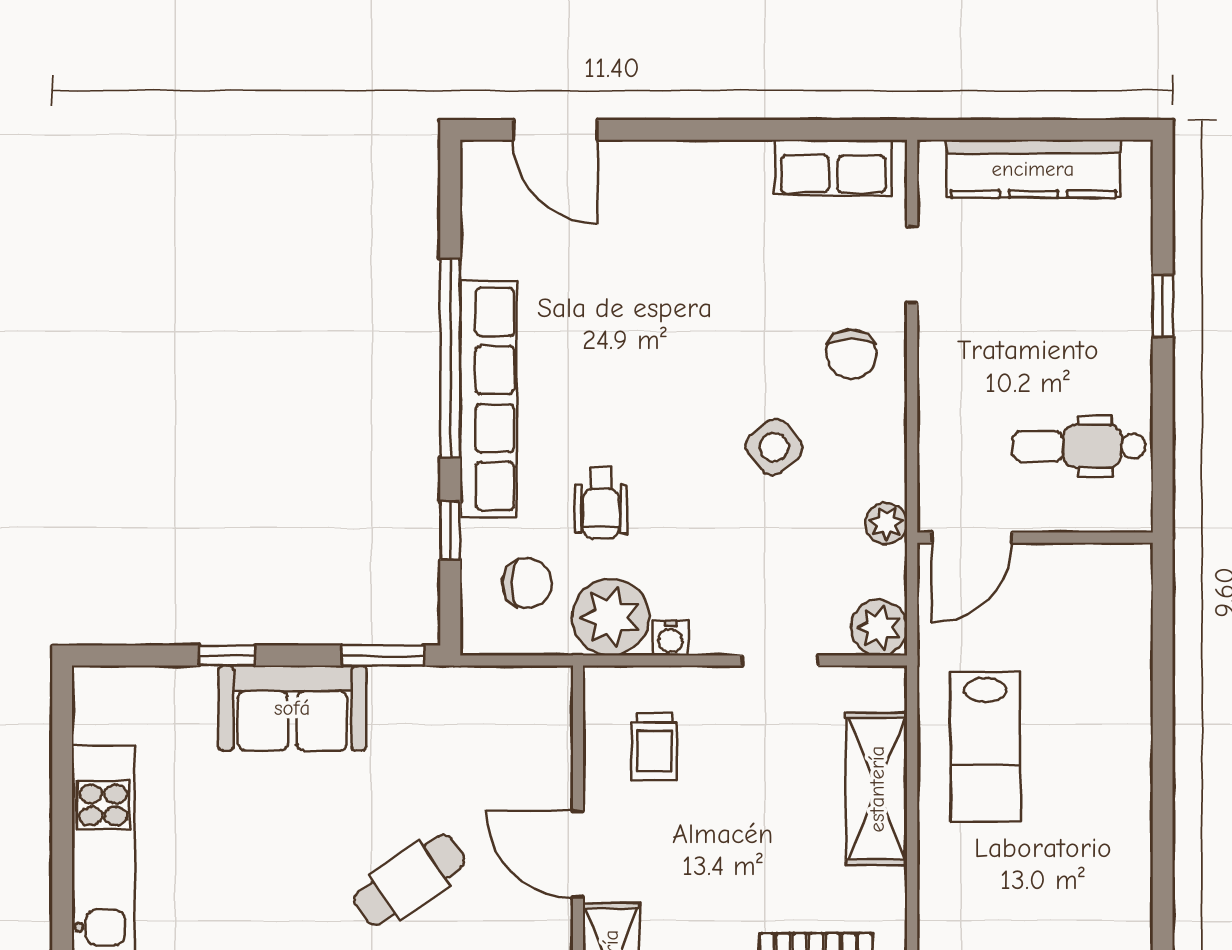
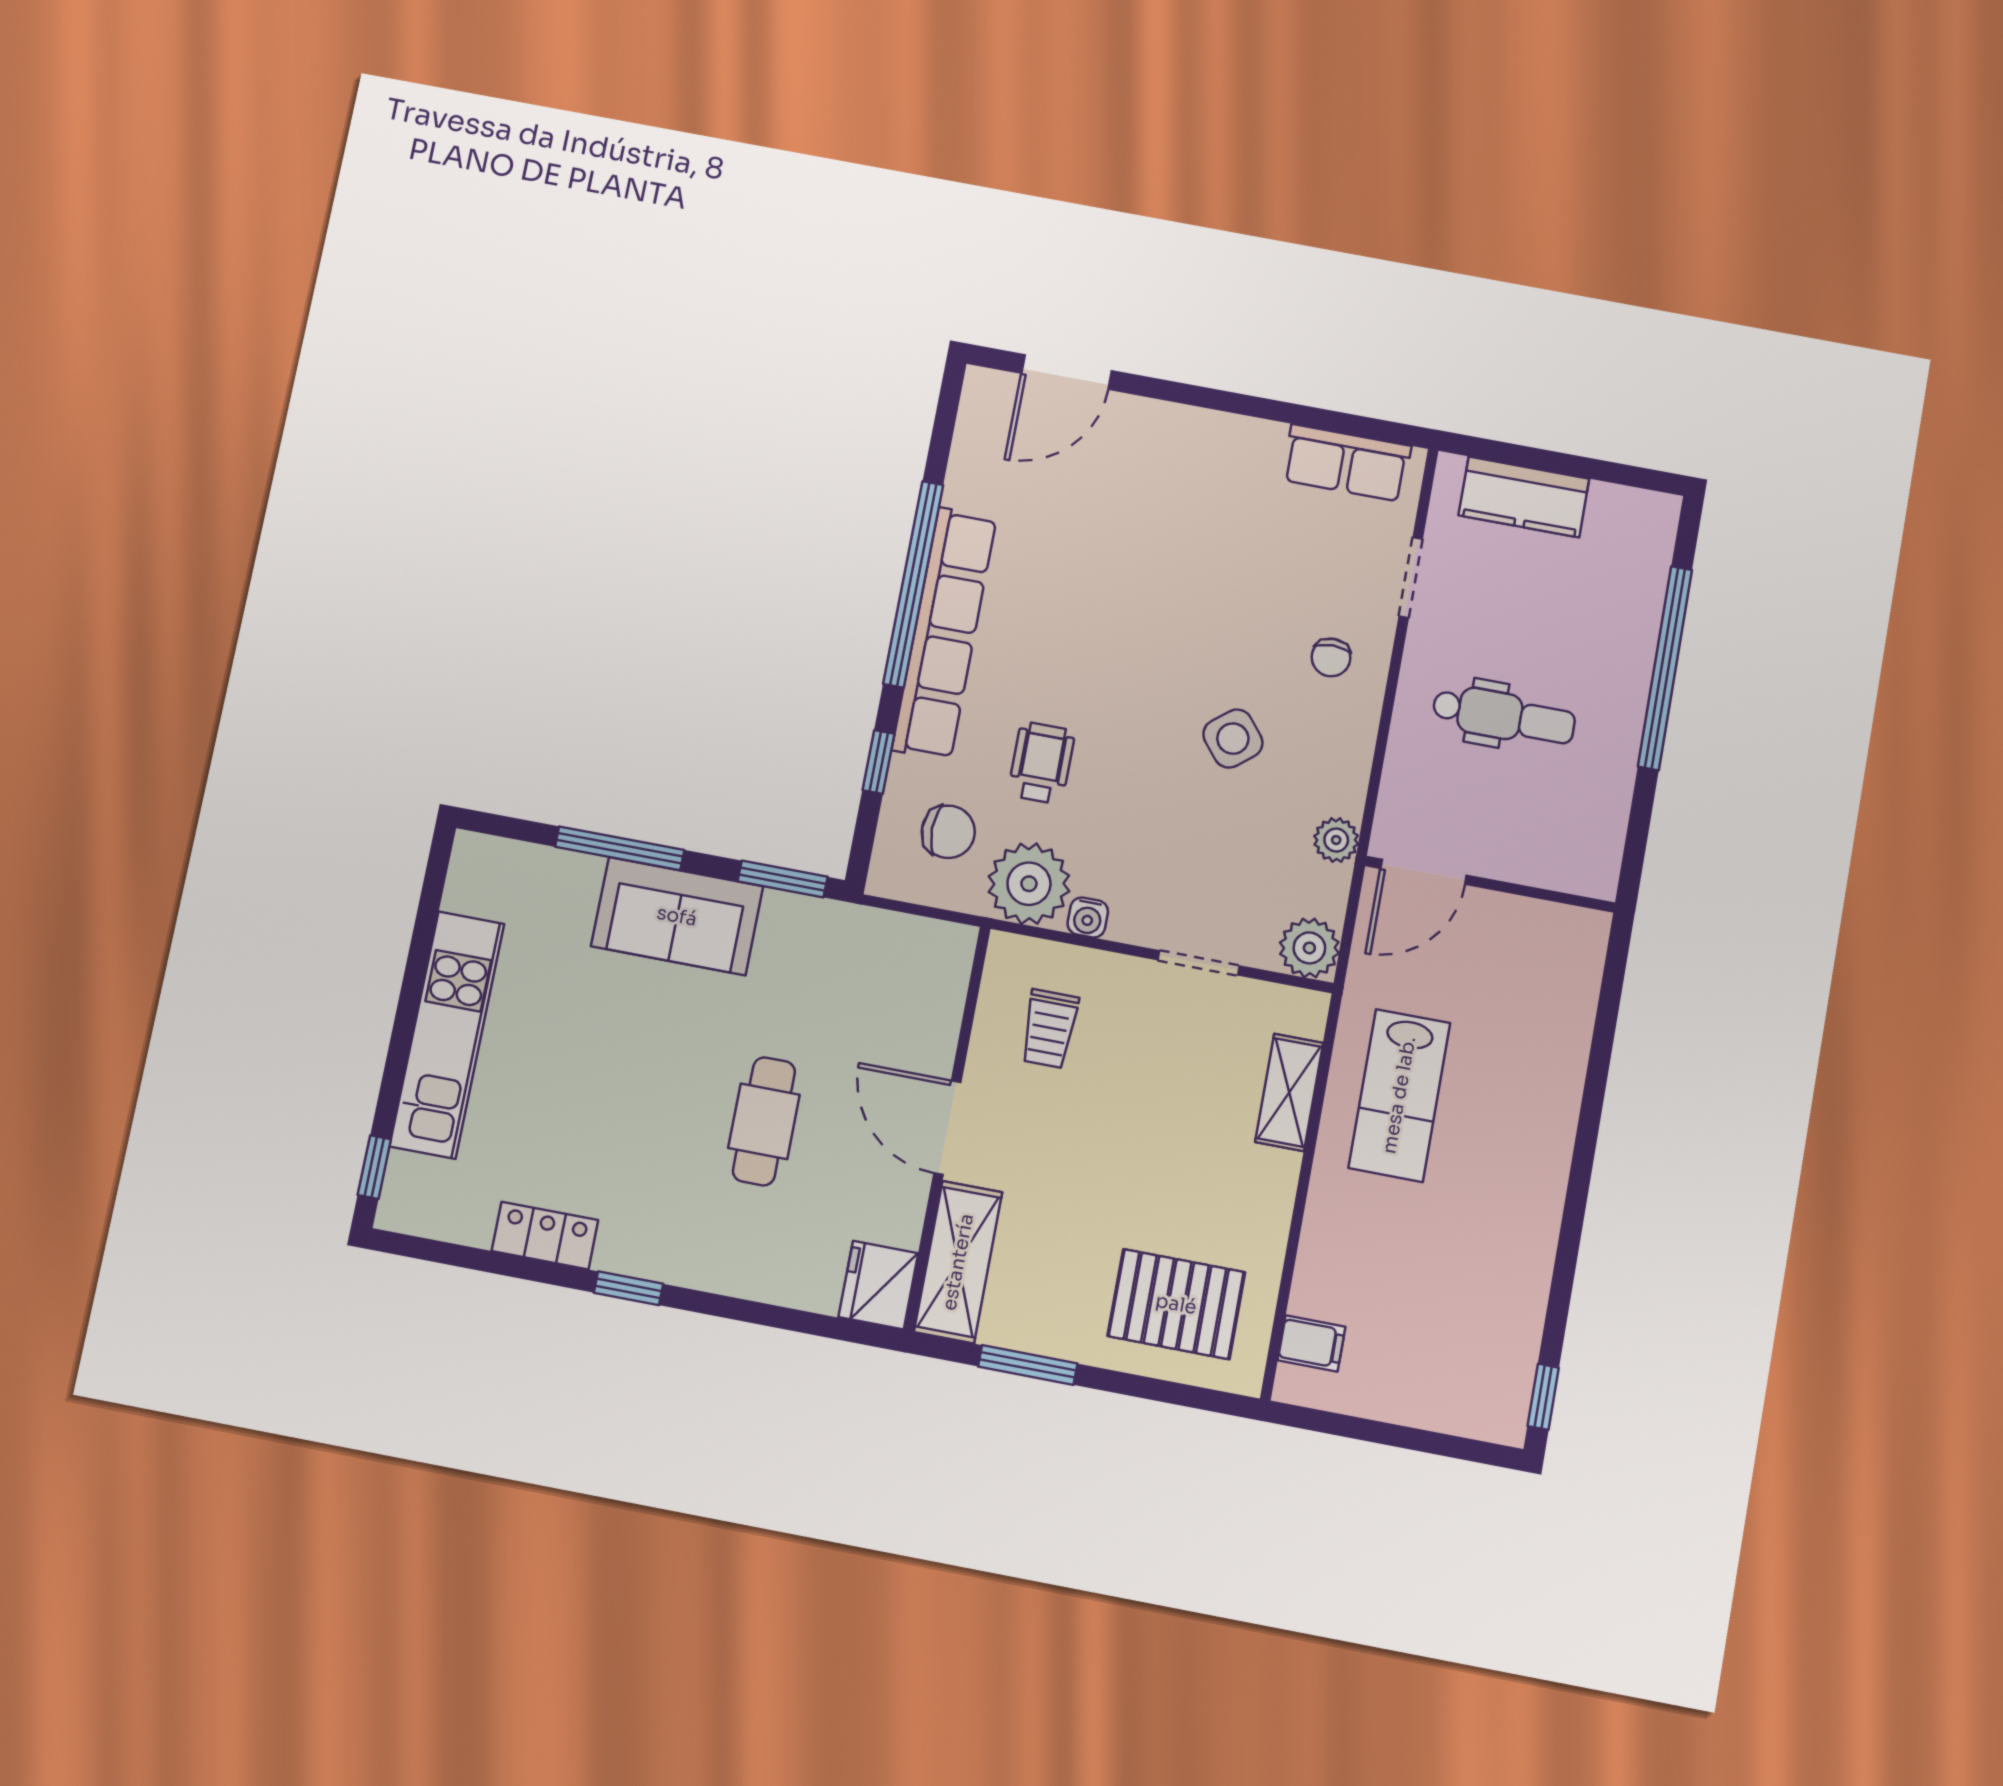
door: (555, 130) -> (1066, 372), hinge flipped
kitchen counter: (1033, 169) -> (1524, 497), width x0.67
window: (1163, 306) -> (1665, 668), width x3.17
chair: (851, 354) -> (1331, 657), width x0.73, depth x0.73
dental chair: (1079, 446) -> (1504, 716), moved, turned 180
wheelchair: (601, 503) -> (1041, 763), turned 180
window: (227, 656) -> (620, 848), width x2.17
shelving: (877, 789) -> (1289, 1092), width x0.67, depth x0.75
cafe table: (409, 880) -> (764, 1121), turned -55

